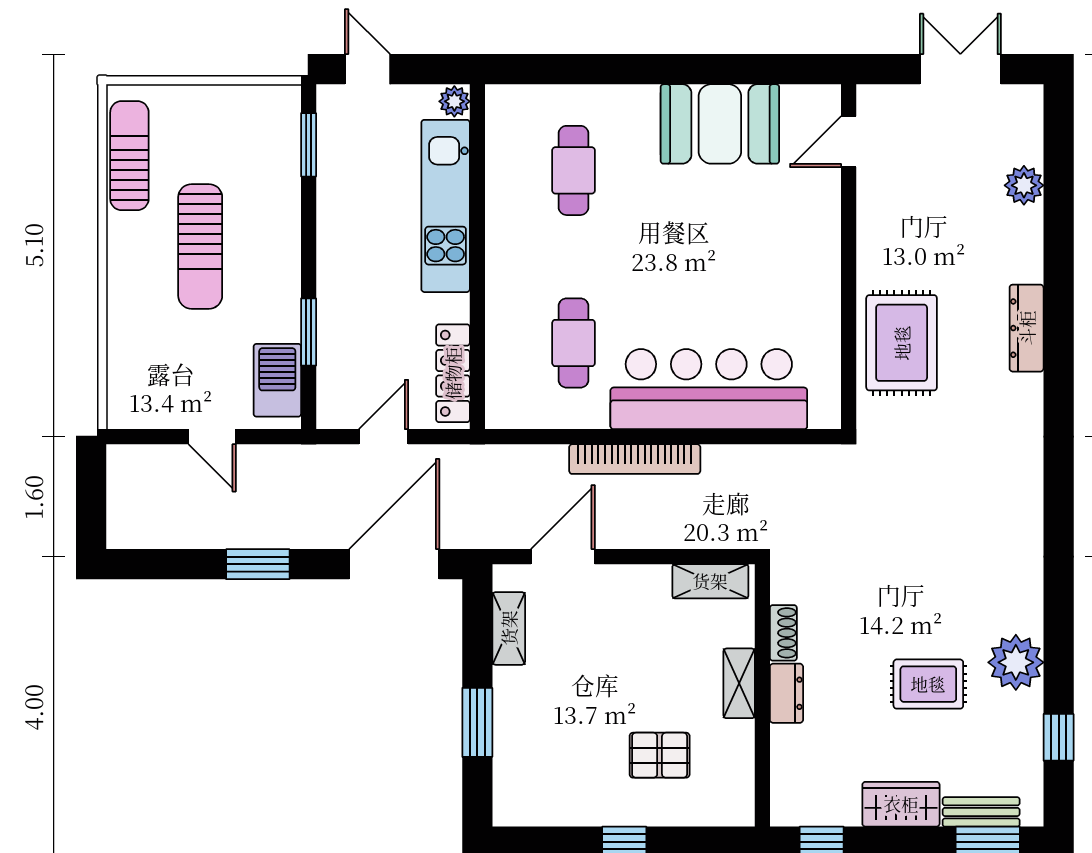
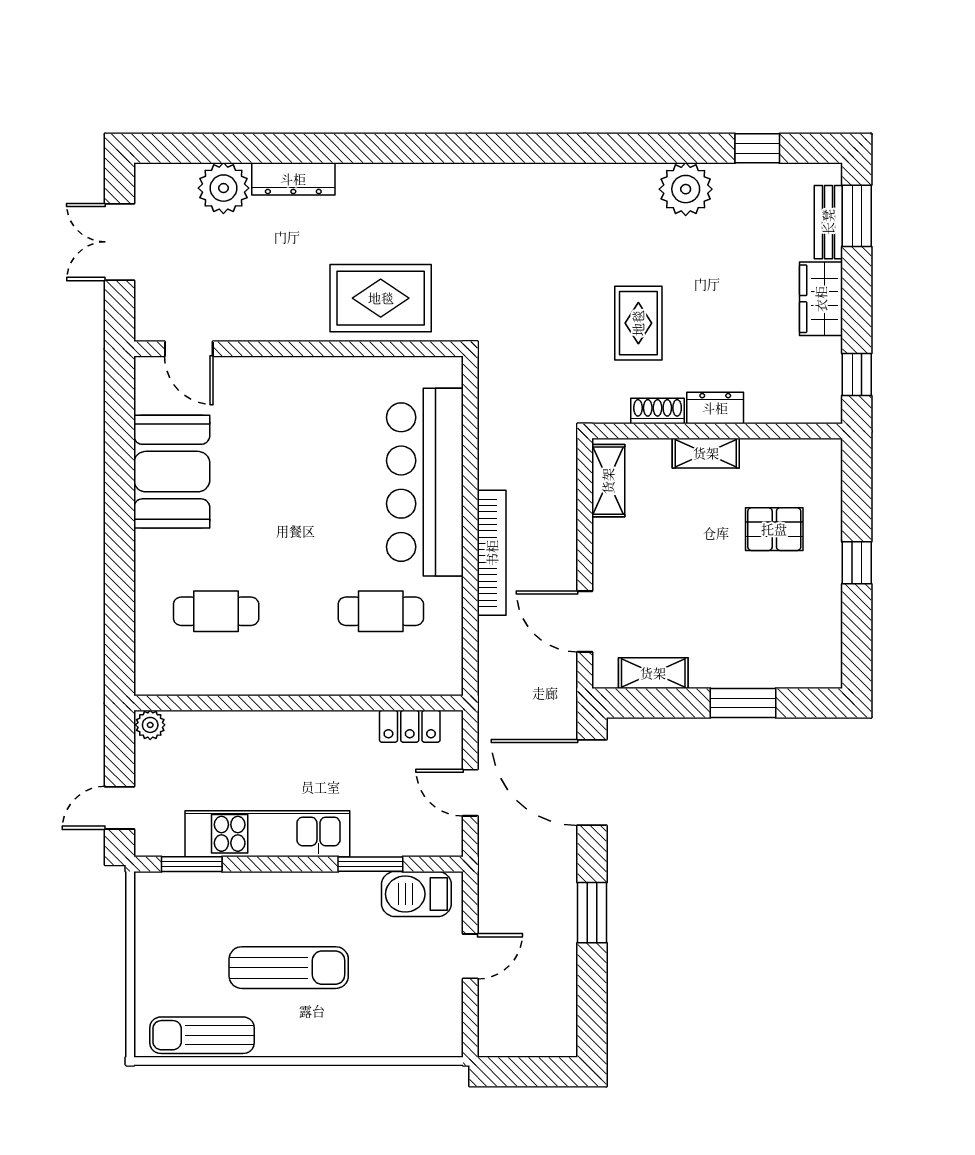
plant: (1024, 185) -> (223, 188), width x1.36, depth x1.36
kitchen unit: (446, 206) -> (267, 834), moved, turned 180
dresser: (1027, 328) -> (293, 179), moved
locker: (453, 373) -> (410, 726), width x0.66
rug: (928, 684) -> (638, 323), moved
pallet: (660, 755) -> (774, 529), turned 90

